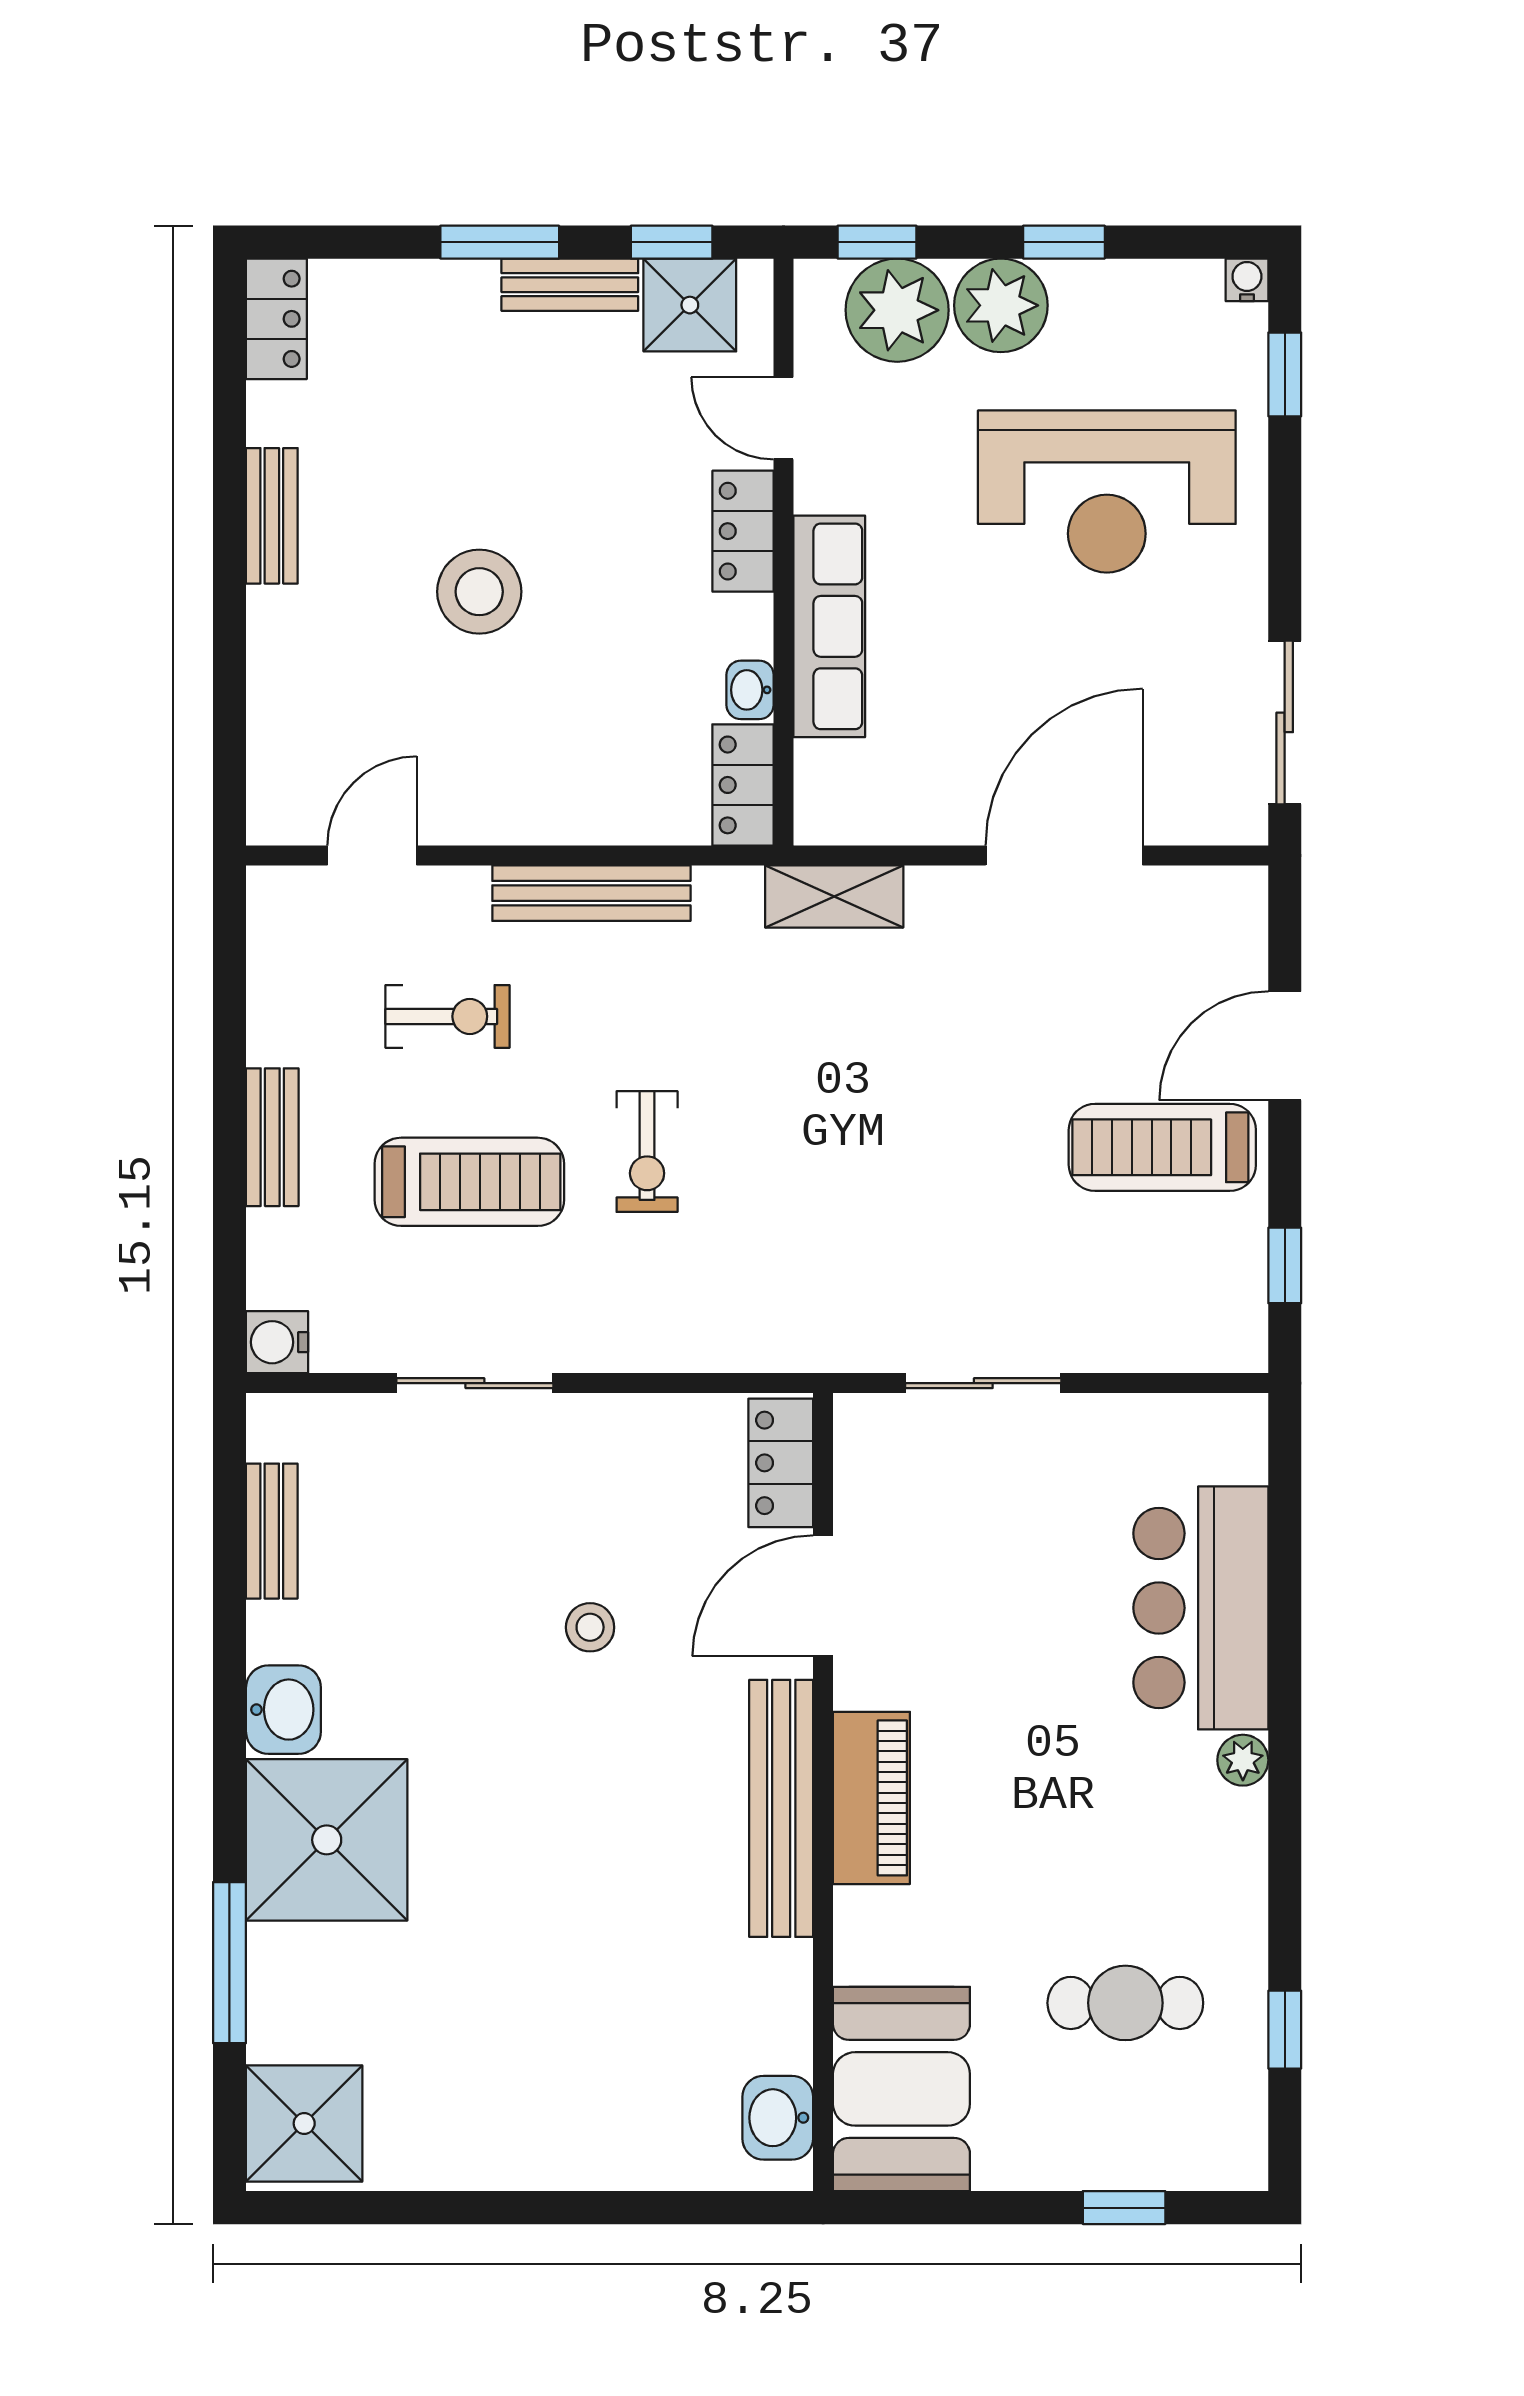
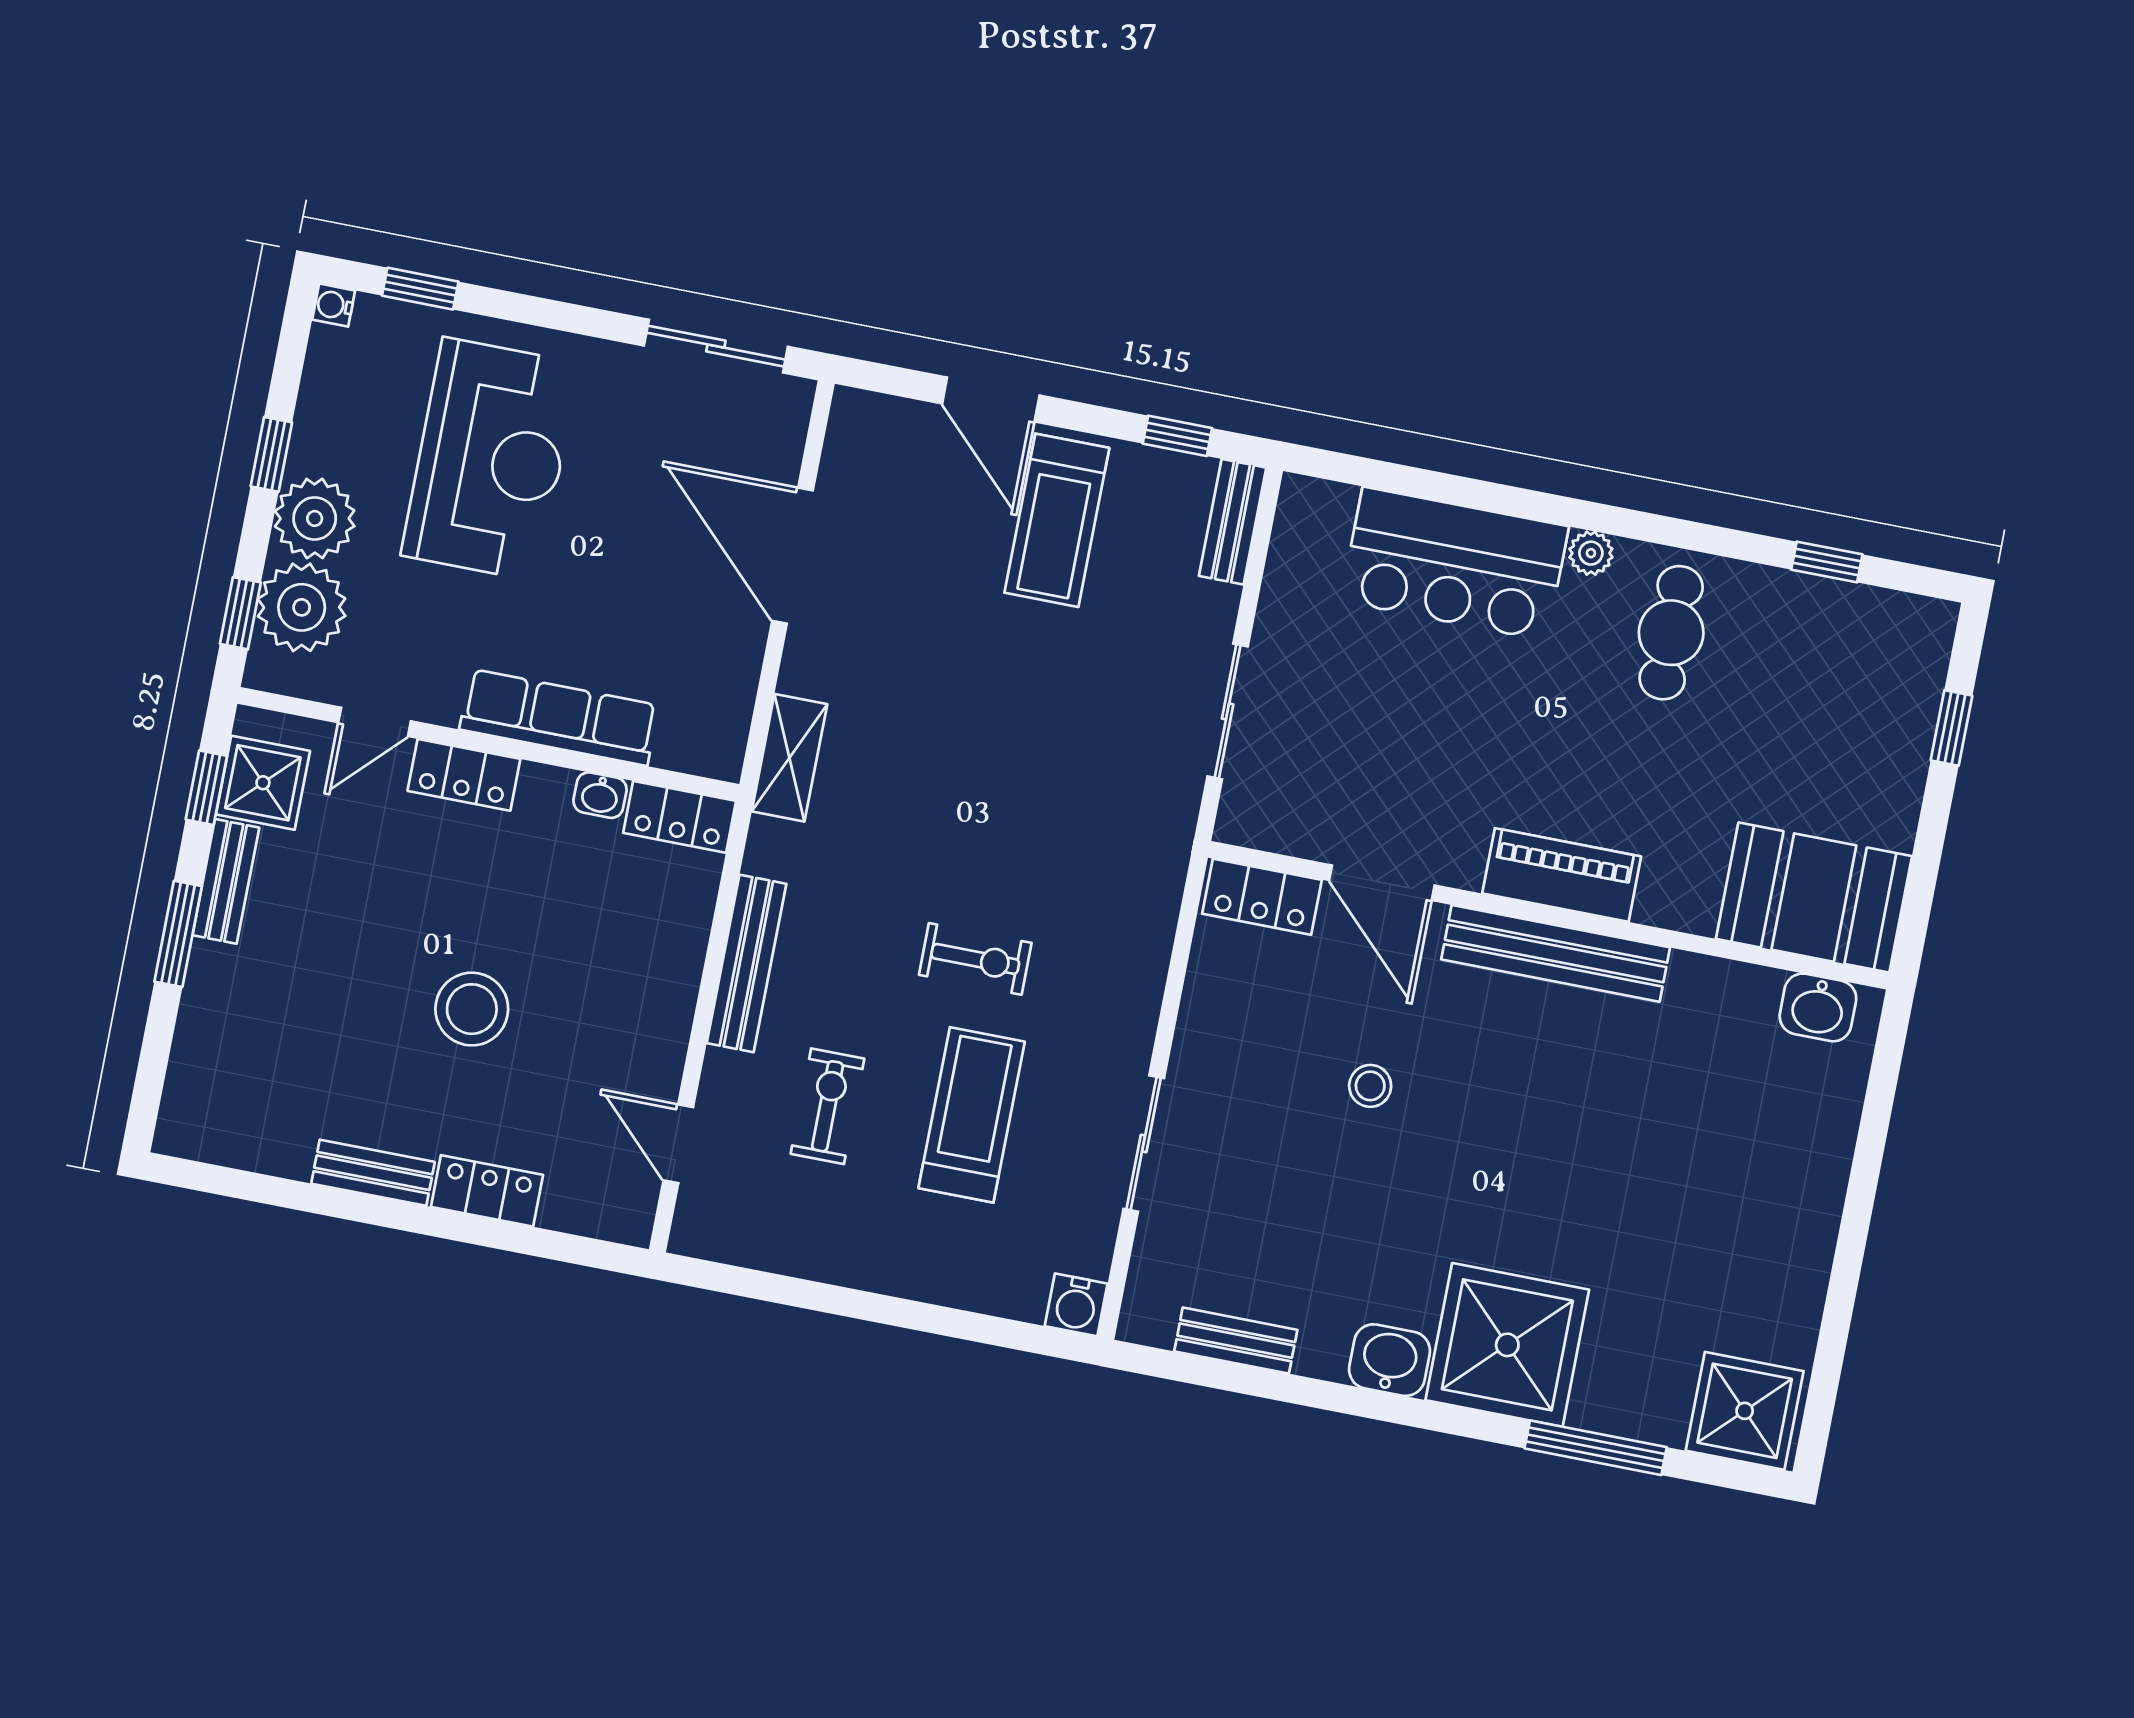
locker: (276, 319) -> (487, 1191), moved
bench: (272, 1137) -> (1233, 522), moved, turned 90
cafe table: (1125, 2003) -> (1671, 633), moved

